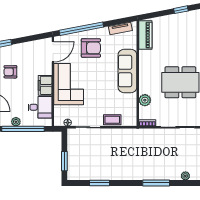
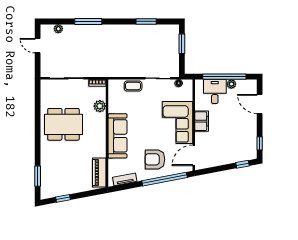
armchair: (10, 72) -> (237, 135), removed
desk: (40, 107) -> (215, 92), moved, turned 90

